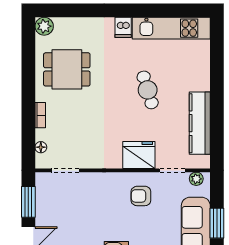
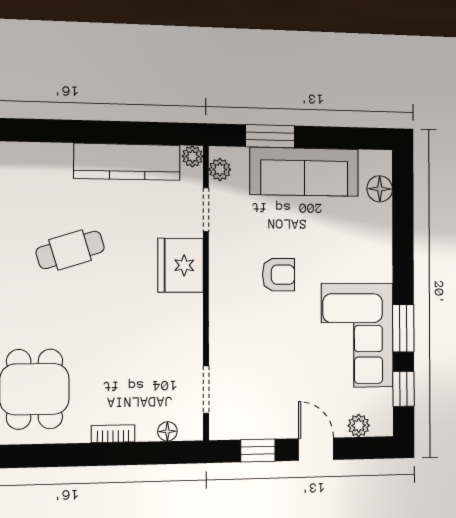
plant: (204, 162) -> (192, 156), added
armchair: (141, 196) -> (278, 275), moved, turned -90
window: (28, 202) -> (258, 450), width x0.67
window: (217, 223) -> (270, 136), moved

